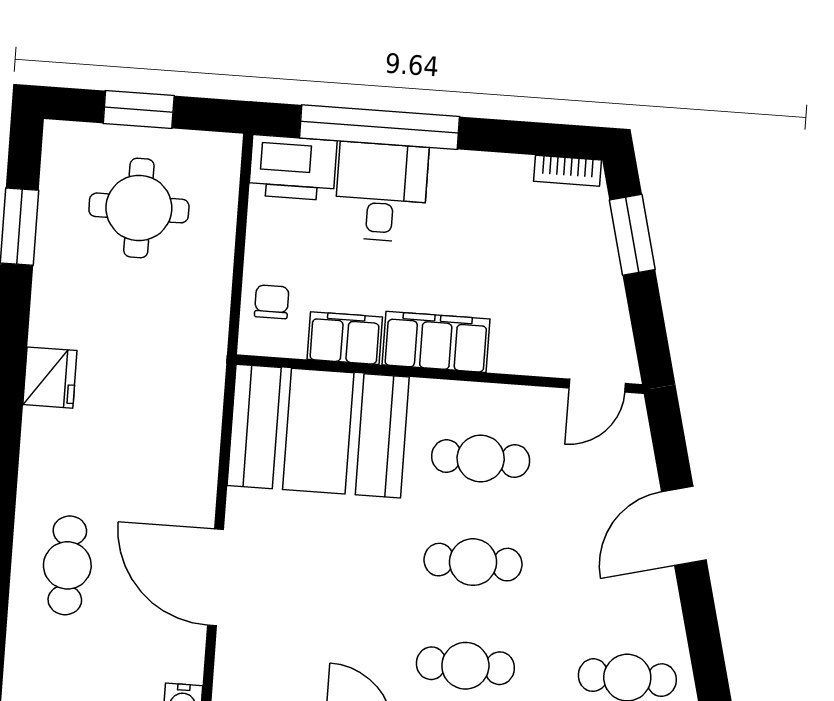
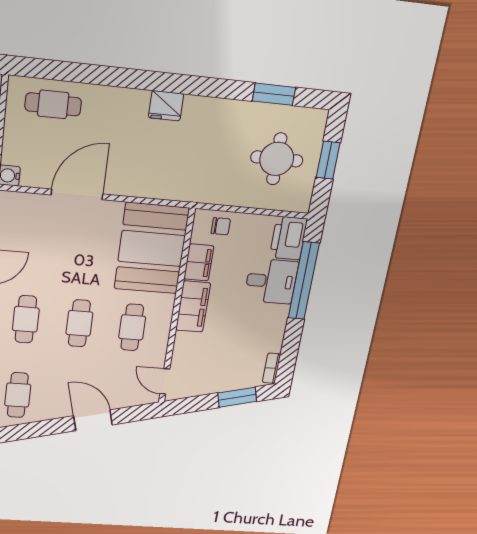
fridge: (50, 378) -> (166, 106), moved
cafe table: (67, 565) -> (53, 104), moved

